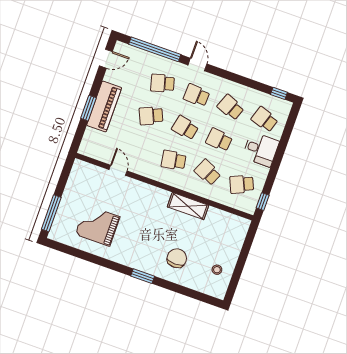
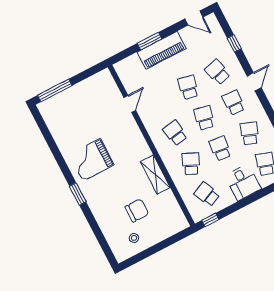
window: (155, 49) -> (234, 43), width x0.32
school desk: (151, 116) -> (188, 87), turned 36
grand piano: (98, 226) -> (92, 160), moved, turned -90
chair: (177, 258) -> (137, 210), moved

